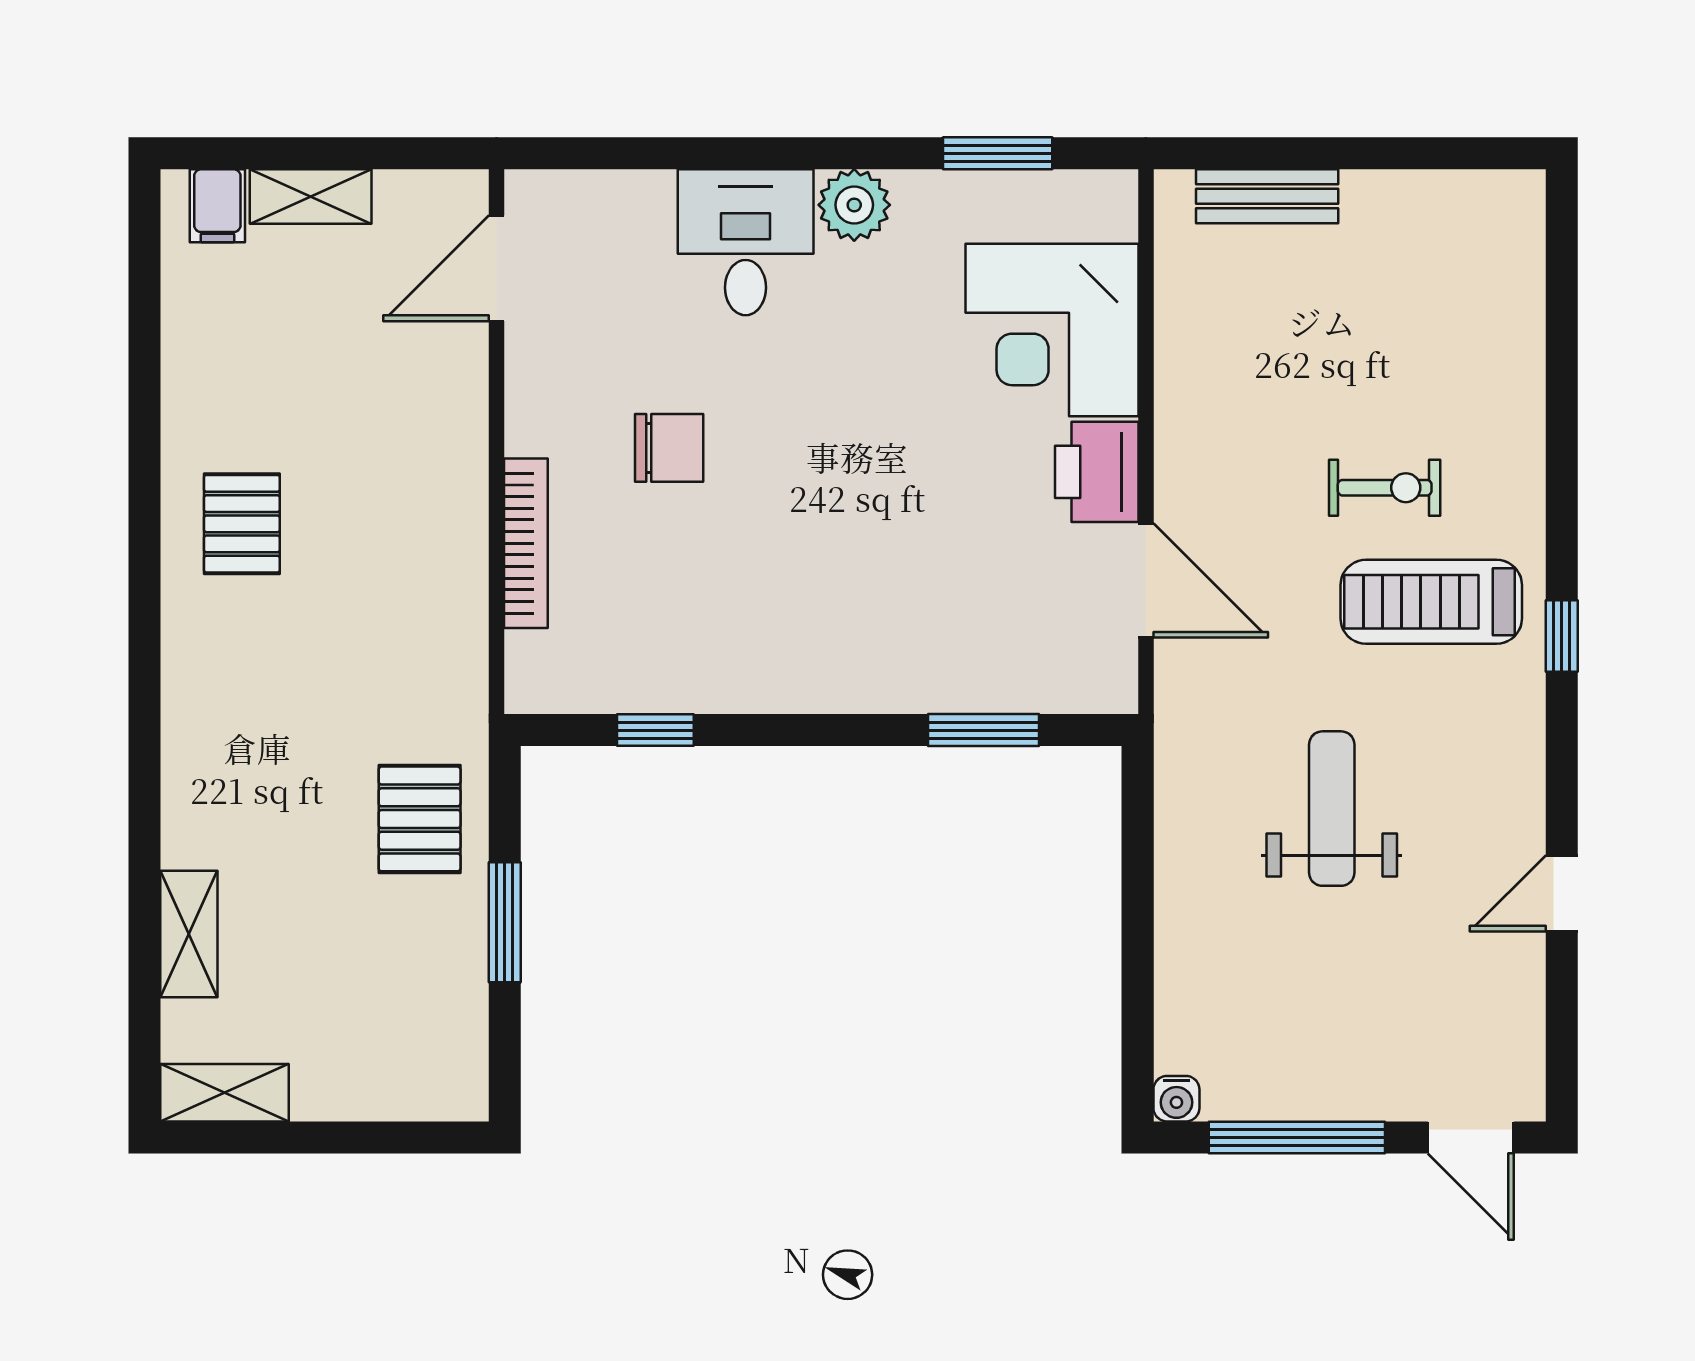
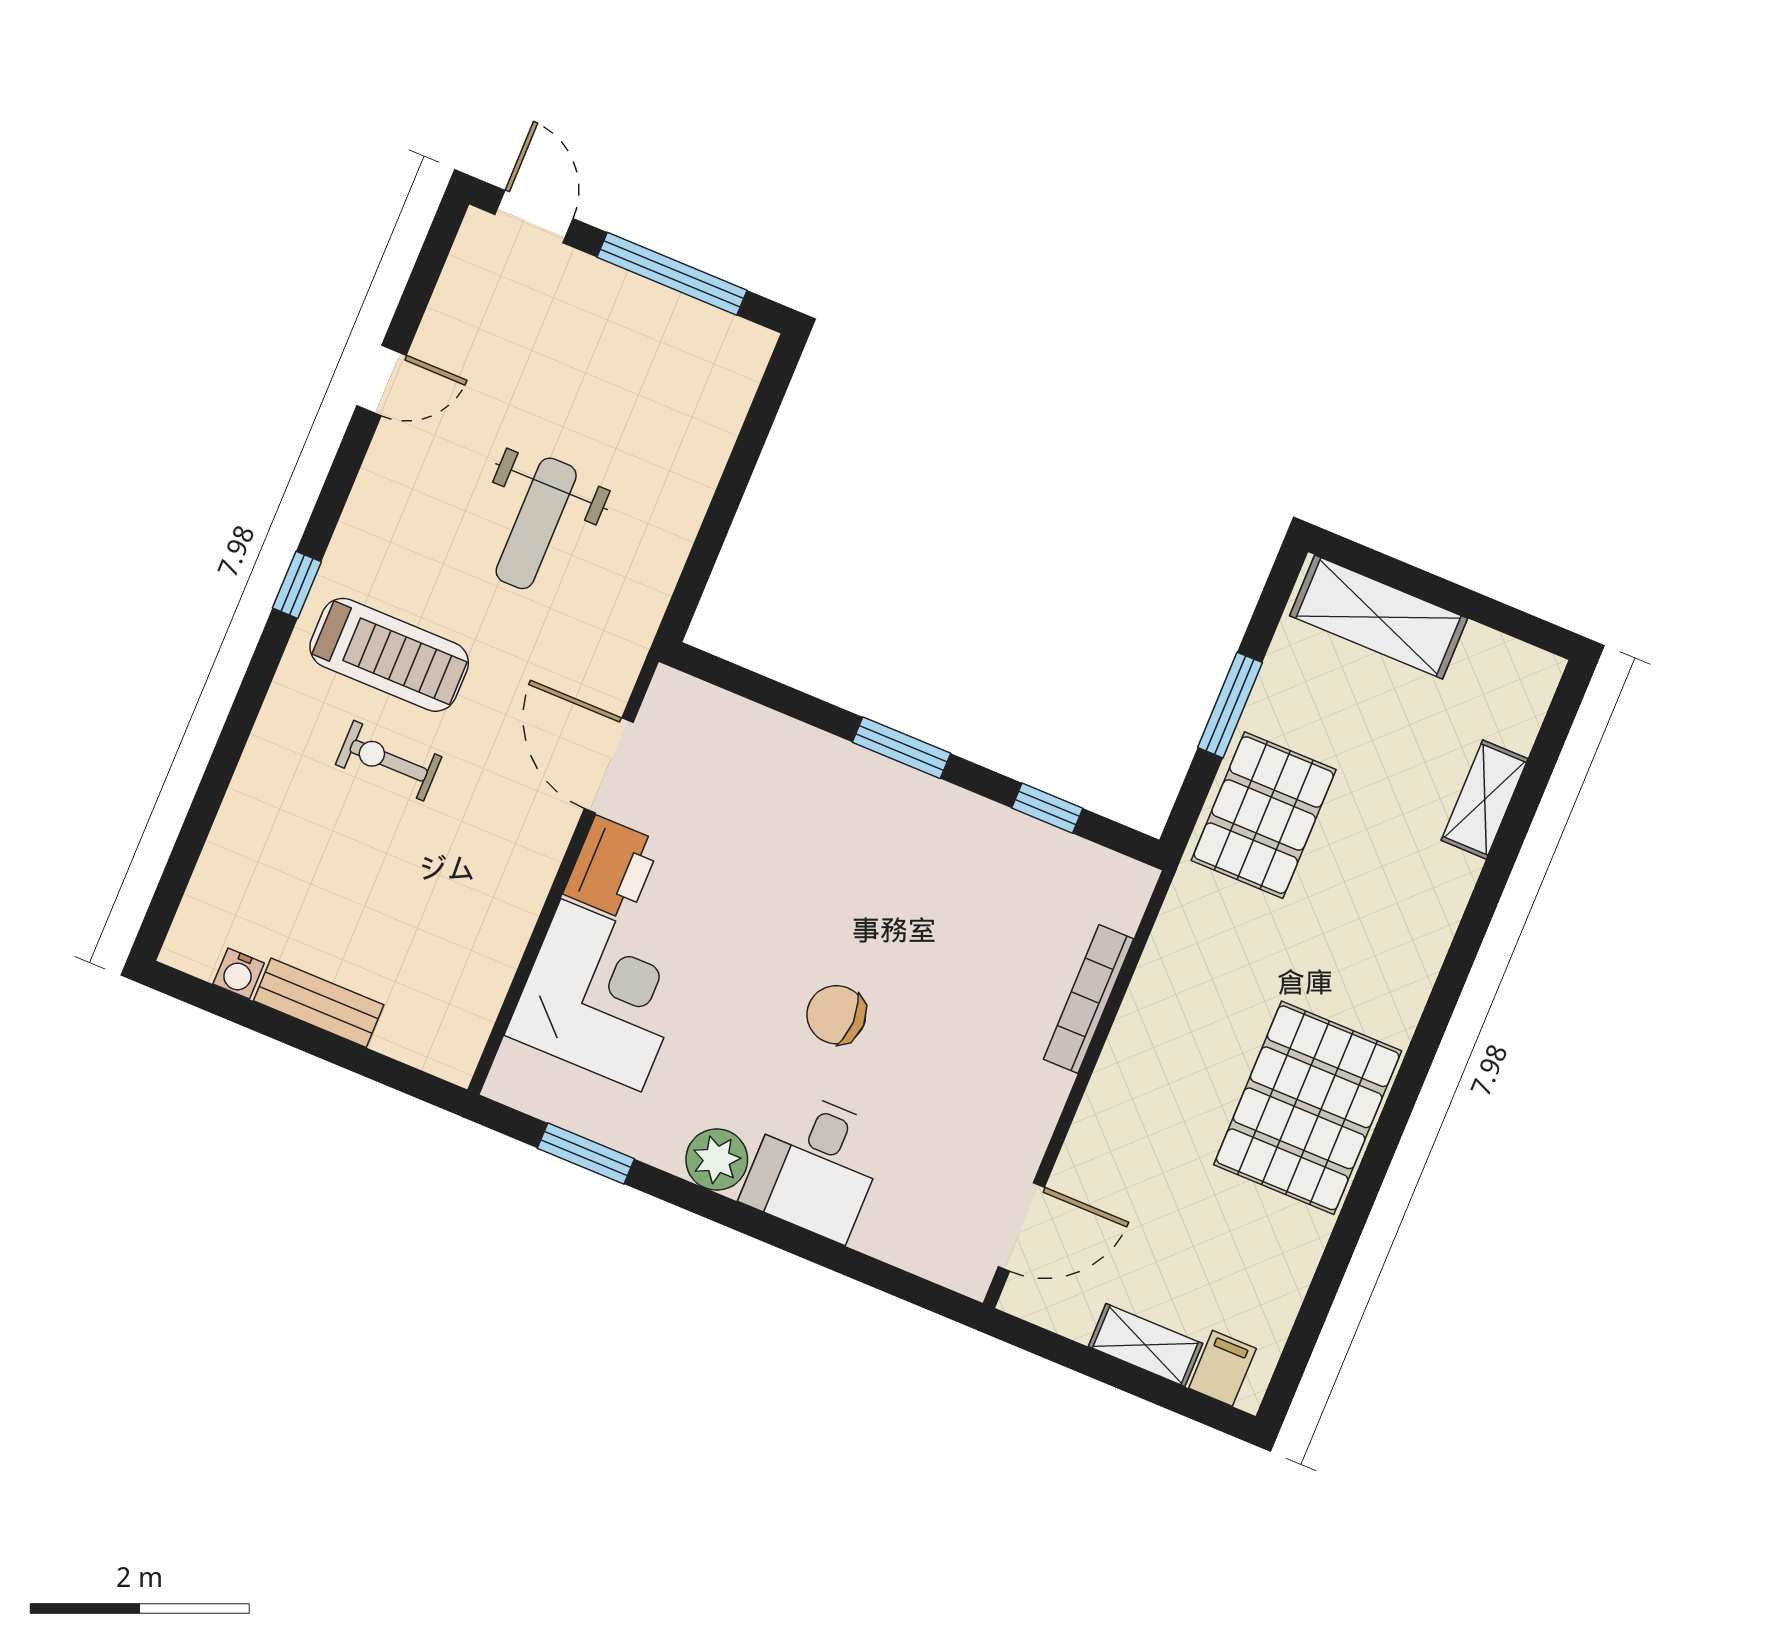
bench: (1267, 196) -> (319, 1003), moved
chair: (669, 448) -> (836, 1015), moved
pallet: (242, 524) -> (1308, 1108), width x2.05, depth x2.00
window: (983, 730) -> (902, 748), moved
pallet: (420, 819) -> (1264, 815), width x1.50, depth x1.42
shelving: (225, 1093) -> (1379, 617), moved, width x1.50, depth x1.33
water cooler: (1176, 1099) -> (239, 974), moved, turned 180

